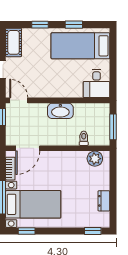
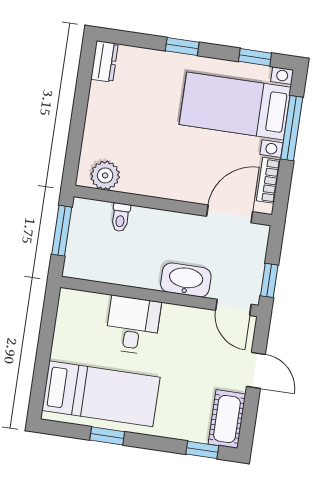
window: (40, 25) -> (202, 450), moved
desk: (97, 84) -> (133, 325), moved
washbasin: (60, 111) -> (186, 280), moved
dresser: (104, 201) -> (104, 62), moved
window: (93, 231) -> (182, 47), moved

